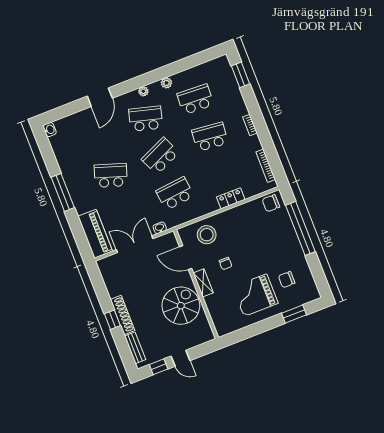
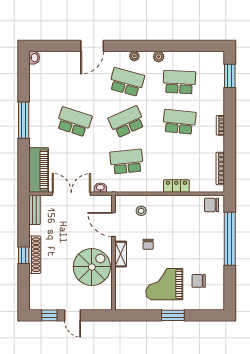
stool: (207, 235) -> (141, 211), width x0.53, depth x0.53
window: (294, 314) -> (173, 315), moved
bench: (135, 348) -> (35, 210), moved

